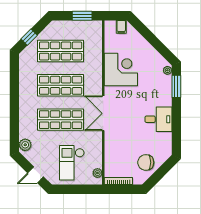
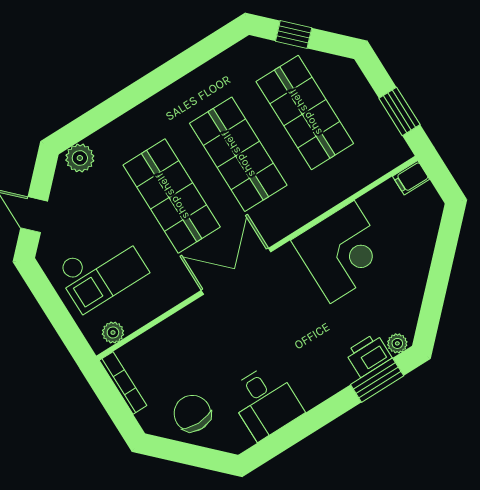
filing cabinet: (121, 27) -> (411, 178), moved
printer: (165, 84) -> (368, 355), added
desk: (158, 119) -> (265, 402), moved
checkout: (72, 163) -> (102, 270), turned 180

